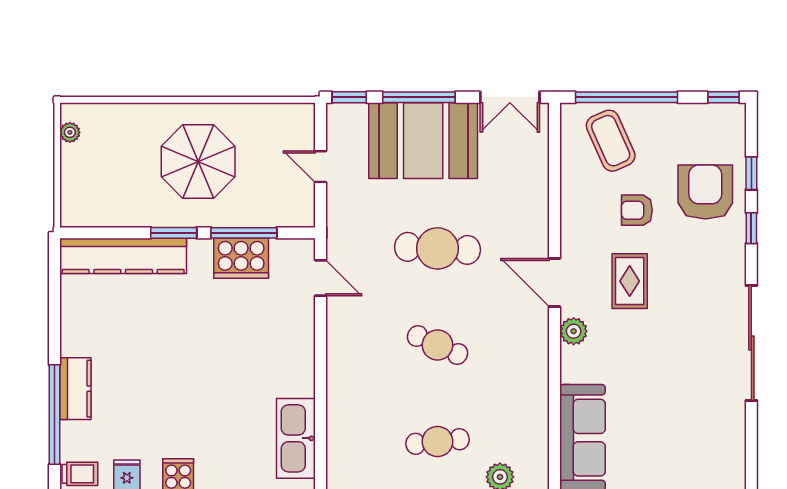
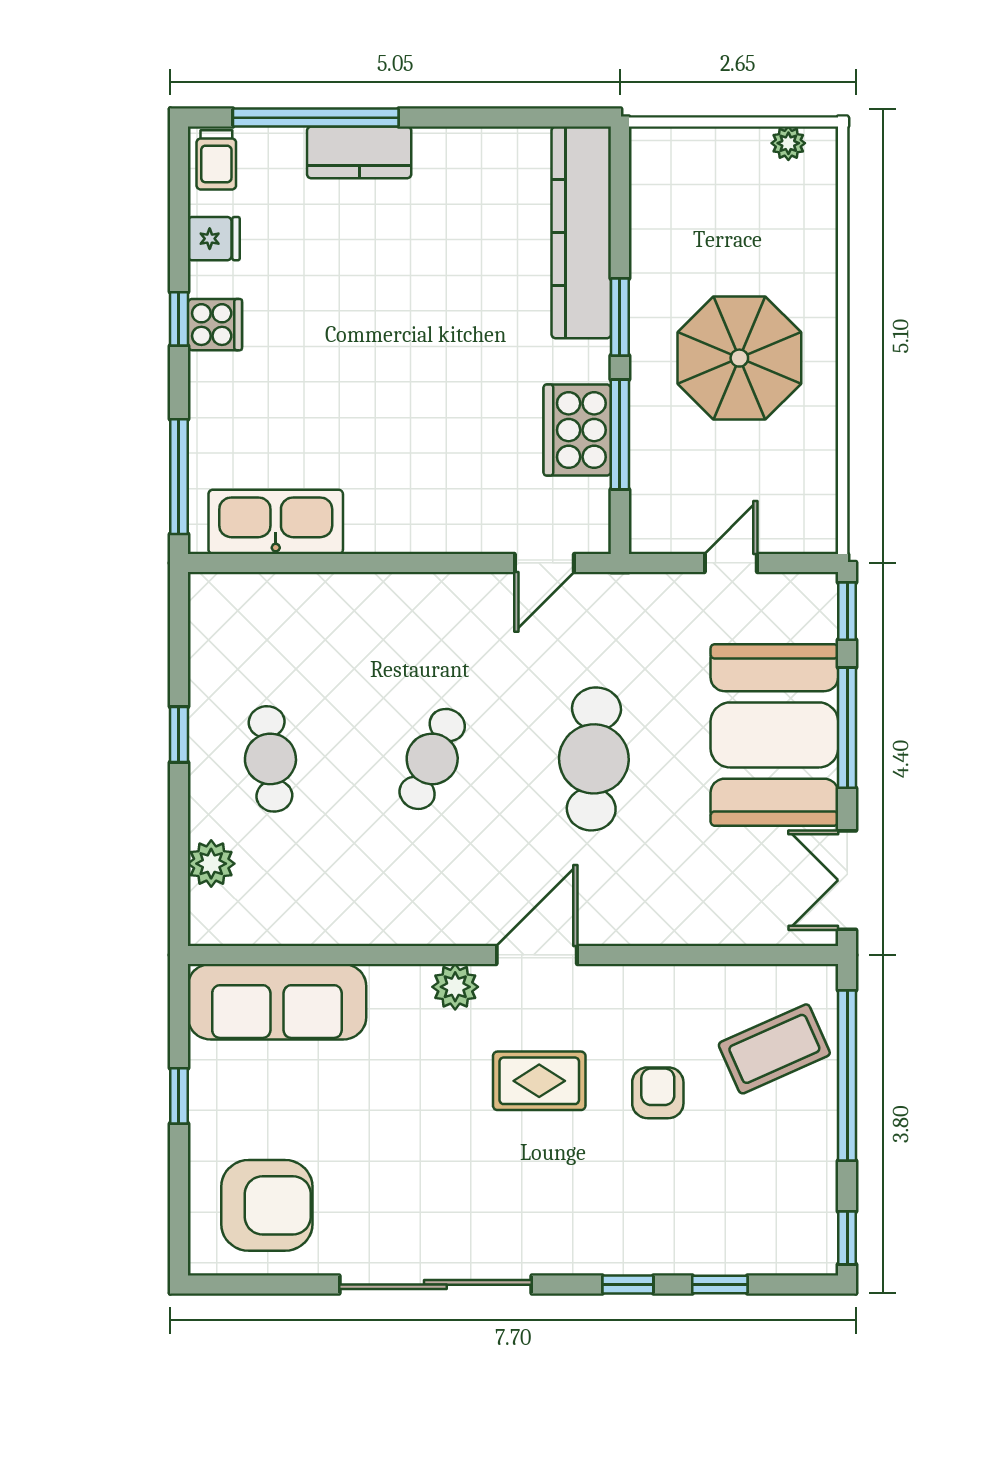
armchair: (705, 192) -> (267, 1205), moved

